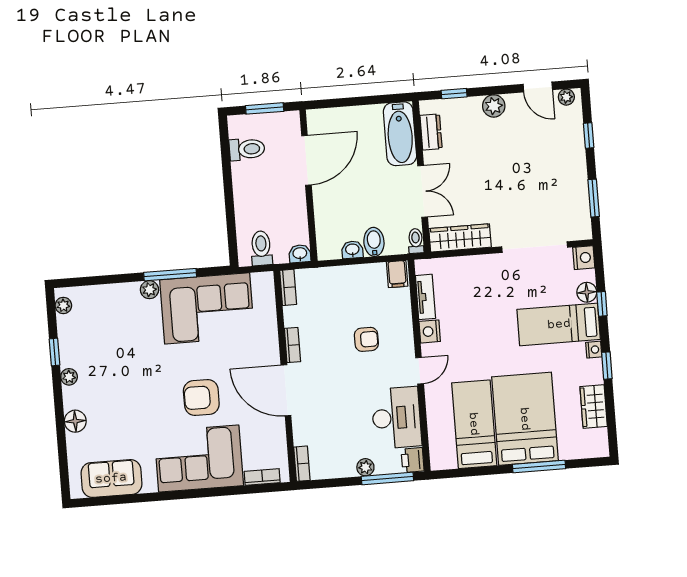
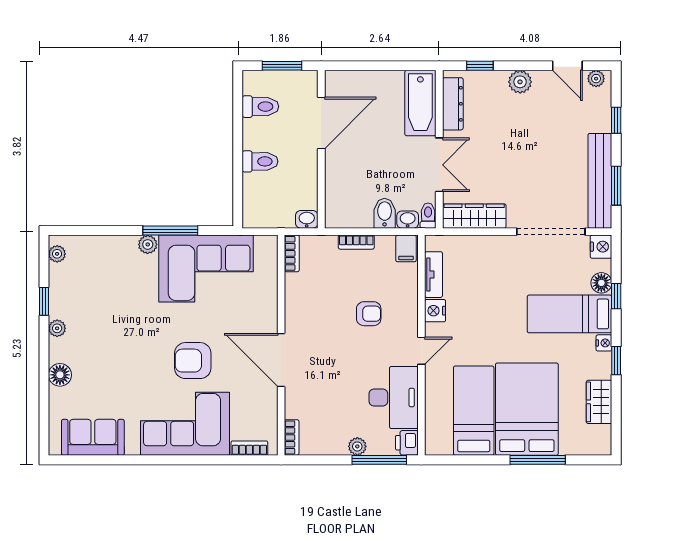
dresser: (431, 132) -> (453, 104), width x1.44
bench: (578, 195) -> (600, 181), added
toilet: (261, 248) -> (260, 161), moved, turned 90
washbasin: (352, 250) -> (408, 220), moved
bookcase: (292, 345) -> (356, 242), moved, turned 90

